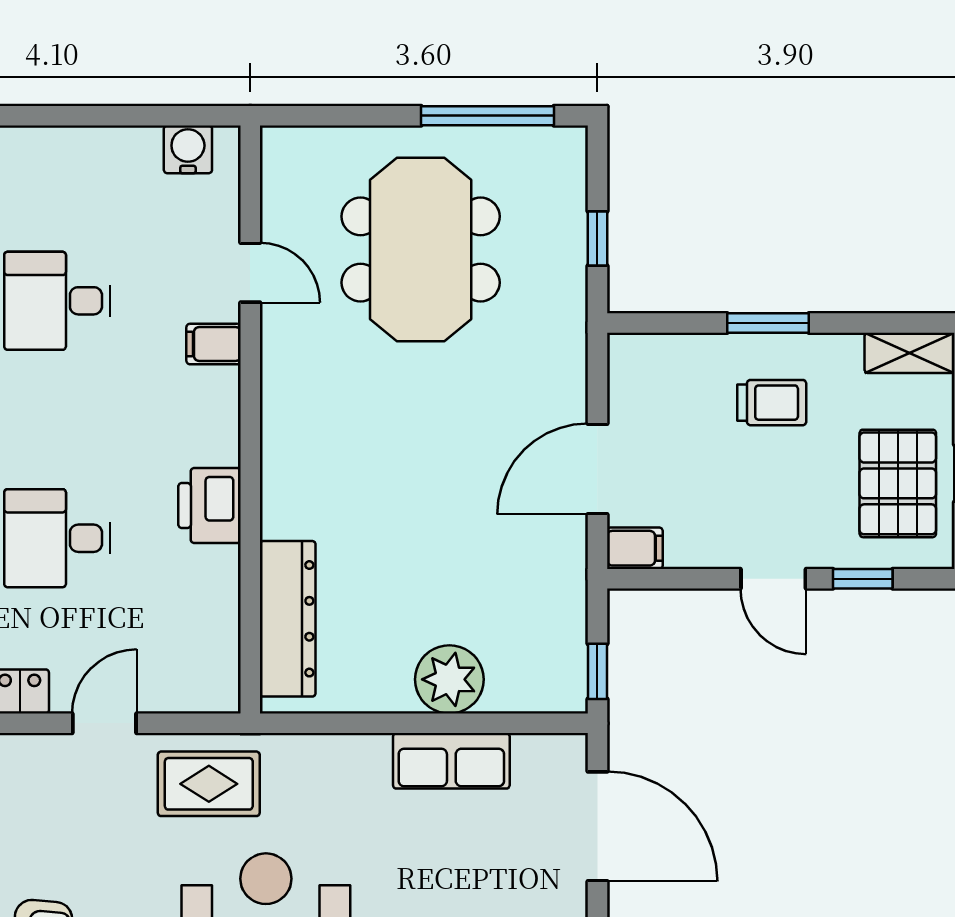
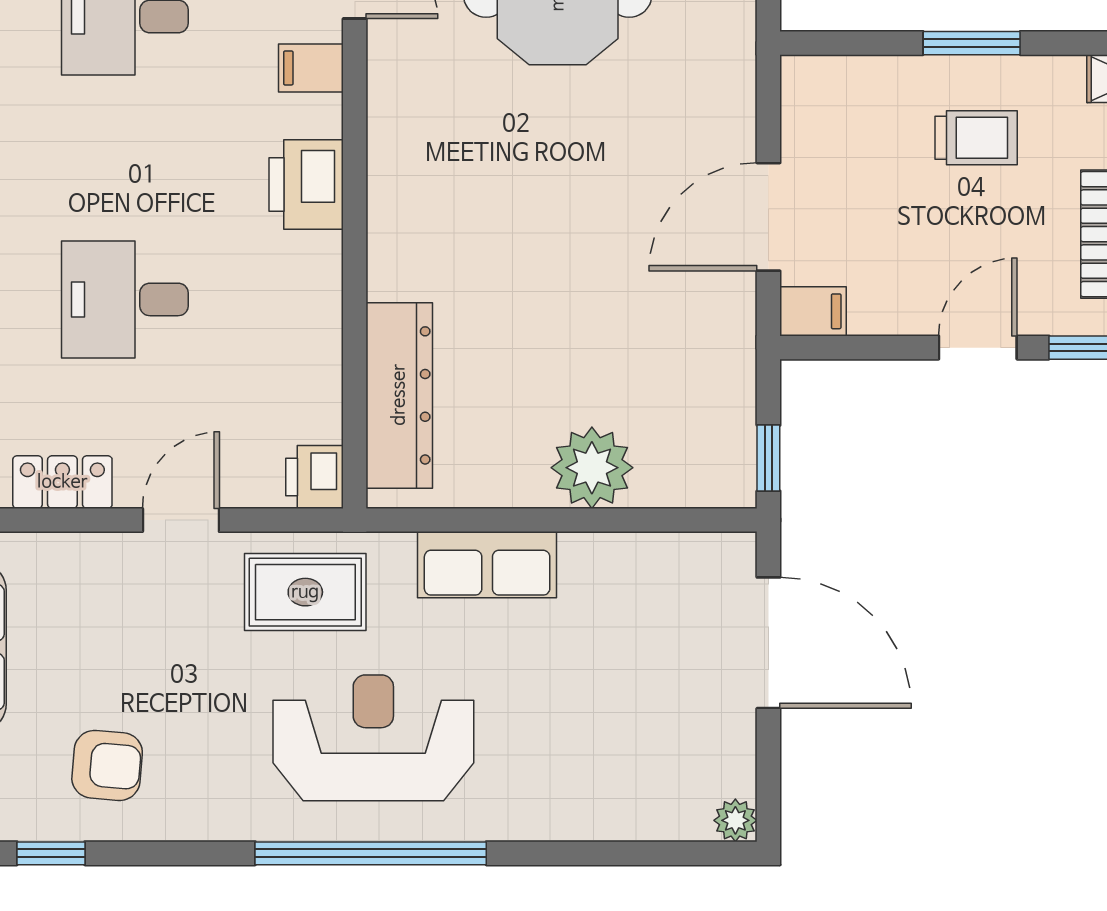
printer: (209, 505) -> (306, 184), moved
door: (773, 579) -> (978, 348), swing flipped
printer: (217, 687) -> (314, 477), added
row of seats: (451, 761) -> (487, 565), moved

